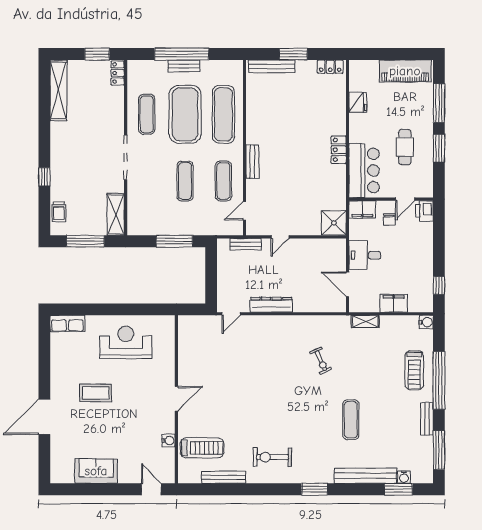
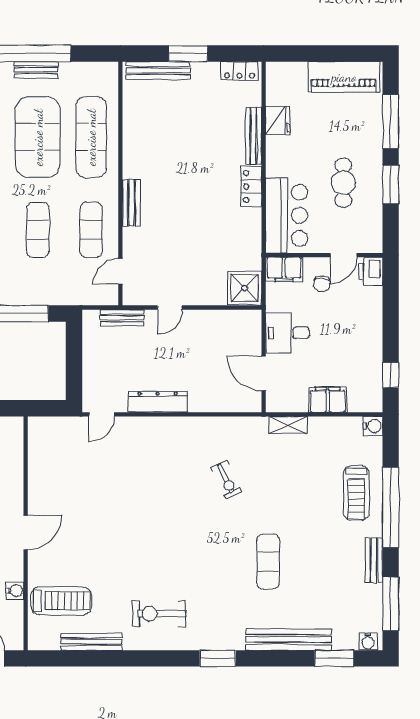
bench: (340, 113) -> (254, 136), added
water cooler: (404, 477) -> (368, 641), moved

